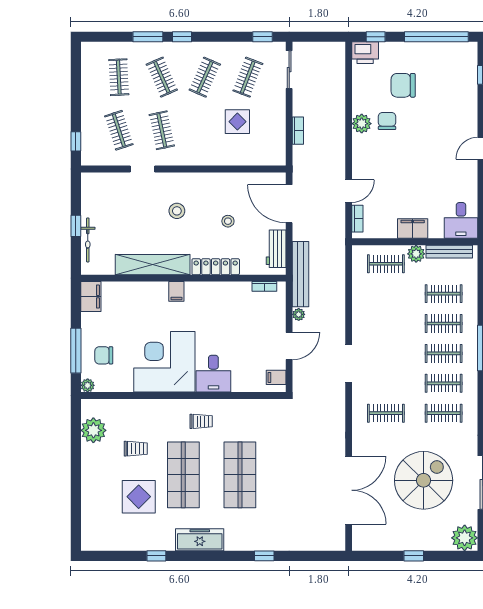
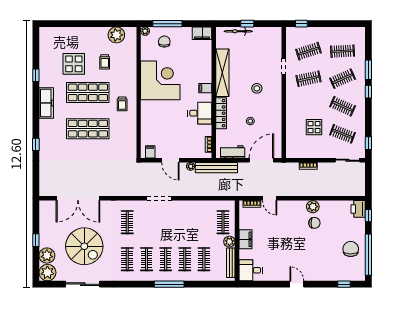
chair: (403, 85) -> (351, 249), moved
desk: (213, 374) -> (200, 113), moved, turned 180
plant: (438, 539) -> (47, 256), added

